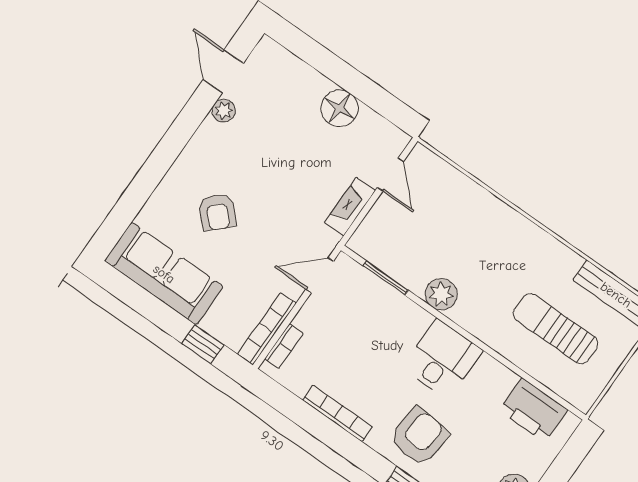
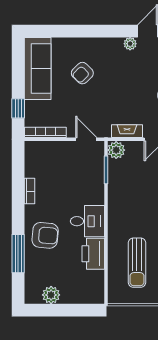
plant: (441, 294) -> (116, 150), moved
sun lounger: (556, 329) -> (137, 263), turned 180
bookcase: (284, 346) -> (43, 146), removed
printer: (533, 410) -> (93, 254), moved
bookcase: (337, 413) -> (30, 191), width x0.64

